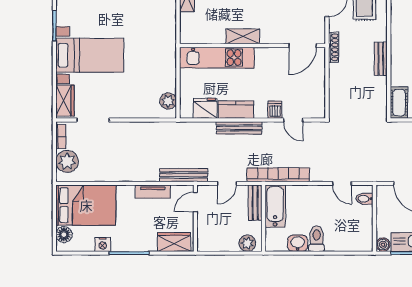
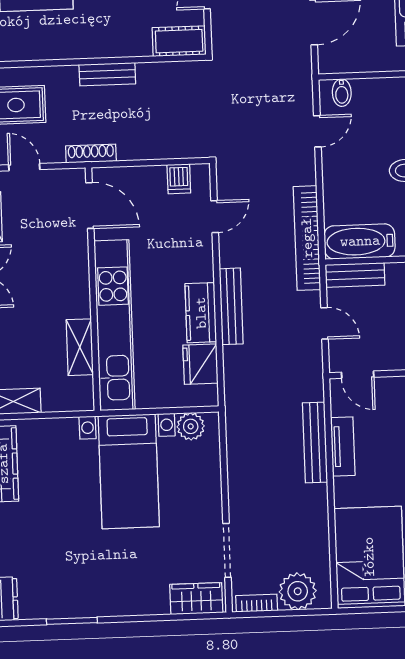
shelving: (243, 36) -> (80, 347), moved
bed with nightstands: (90, 55) -> (129, 471), moved, turned 180
kitchen unit: (217, 58) -> (114, 325), width x1.36
dishwasher: (275, 110) -> (179, 179), moved, turned -90
bench: (184, 175) -> (315, 442), moved

